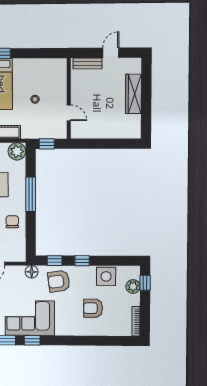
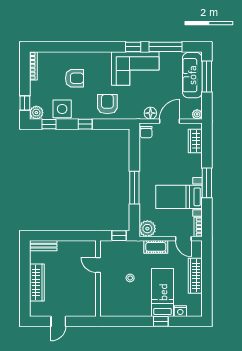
bench: (87, 63) -> (43, 246), moved
chair: (12, 222) -> (146, 132), moved
window: (55, 261) -> (49, 124), moved
floor lamp: (32, 272) -> (150, 113), moved
armchair: (59, 281) -> (107, 104), turned -82
plant: (133, 286) -> (36, 113), moved

